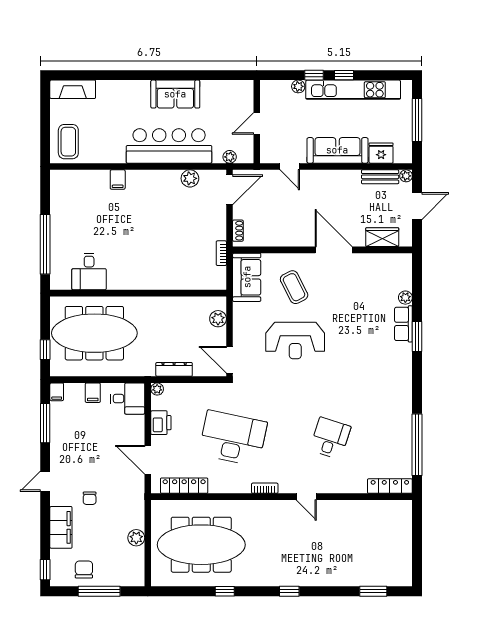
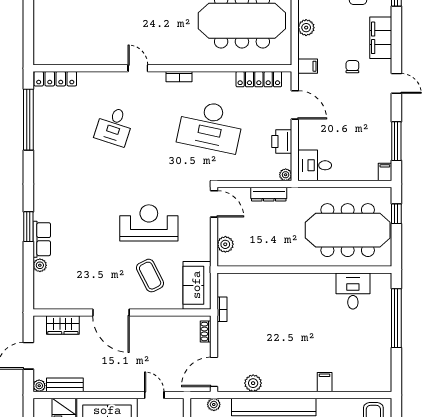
filing cabinet: (93, 393) -> (308, 66), moved, turned 90
door: (45, 481) -> (396, 83), hinge flipped

